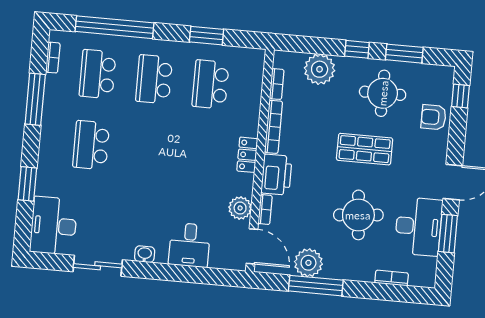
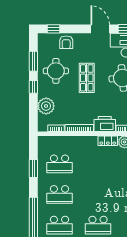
locker: (247, 155) -> (108, 141), moved

